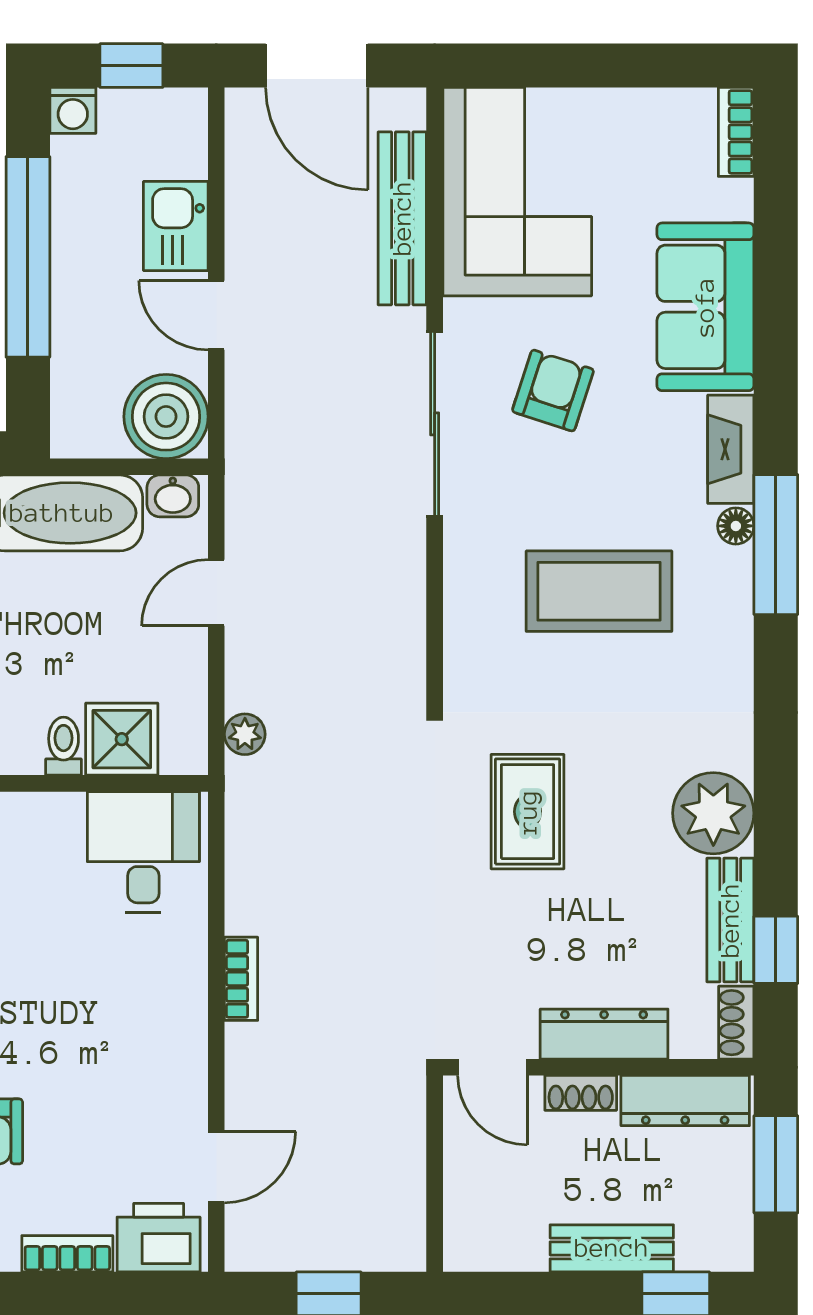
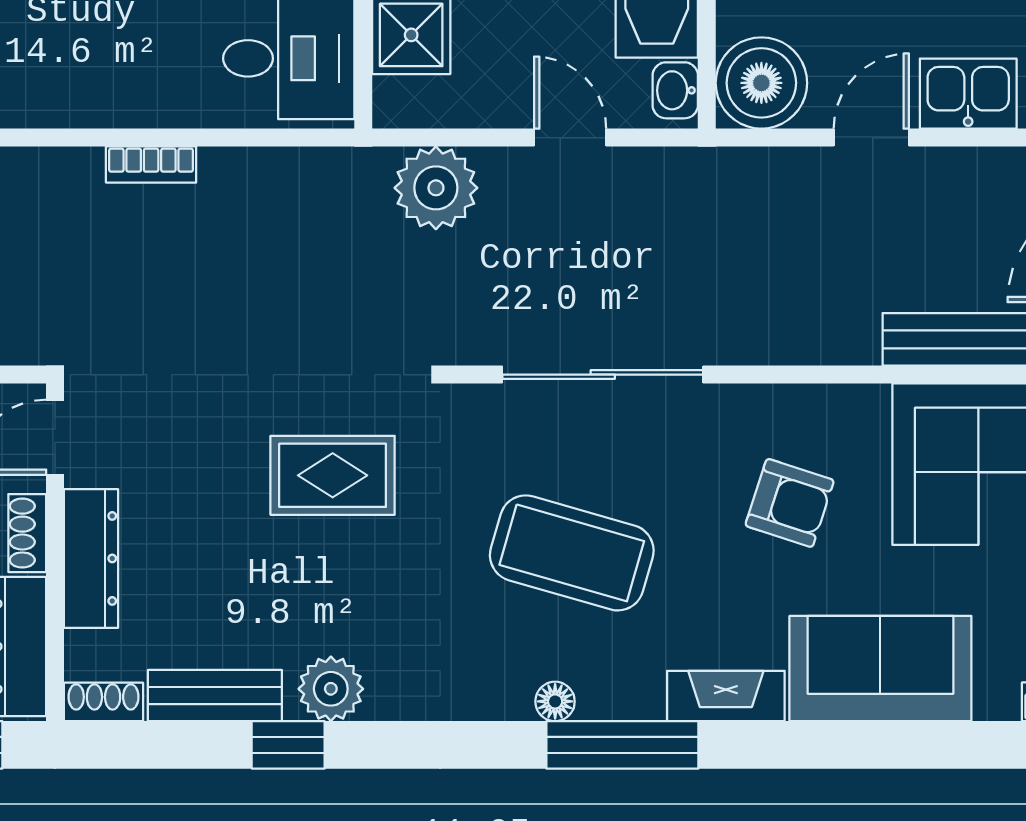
sliding door: (435, 424) -> (603, 375), moved
floor lamp: (736, 526) -> (555, 701), moved
coffee table: (599, 591) -> (572, 553), turned -74
plant: (245, 734) -> (436, 188), width x1.88, depth x1.88
plant: (713, 813) -> (331, 689), width x0.73, depth x0.73
window: (776, 950) -> (288, 745), moved

